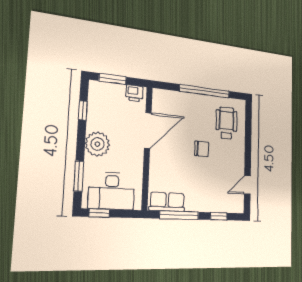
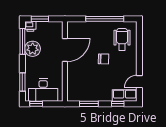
printer: (134, 93) -> (30, 26), moved
window: (83, 110) -> (22, 41), width x2.17
plant: (97, 144) -> (33, 49), moved
row of seats: (167, 202) -> (125, 95), moved
window: (179, 215) -> (89, 104), width x0.69

